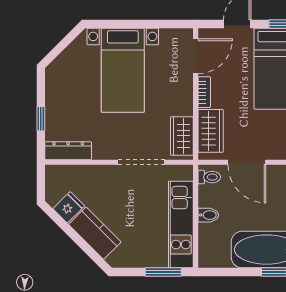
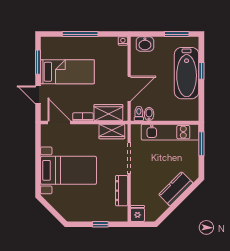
dresser: (68, 151) -> (122, 191), moved
fridge: (69, 207) -> (138, 214), moved, turned 45
bidet: (208, 215) -> (149, 114), moved

